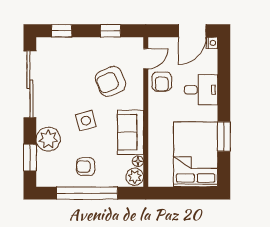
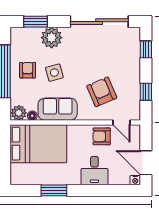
side table: (86, 121) -> (54, 73), moved
bed: (196, 154) -> (38, 144), moved

